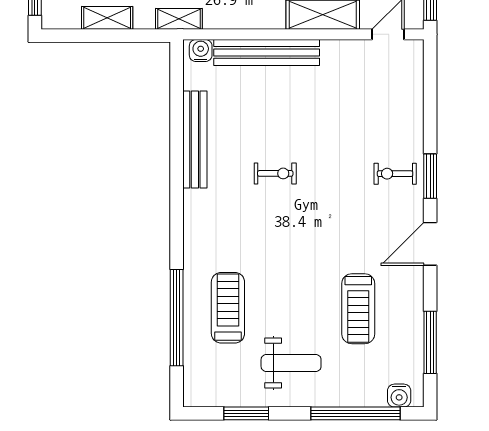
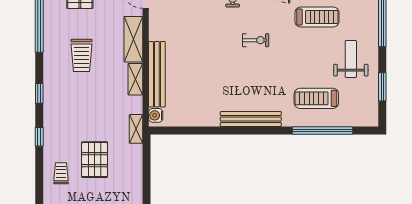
shelving: (107, 18) -> (135, 79), moved
bench: (195, 140) -> (251, 119), moved
exercise bike: (275, 173) -> (256, 40), moved, turned 90

